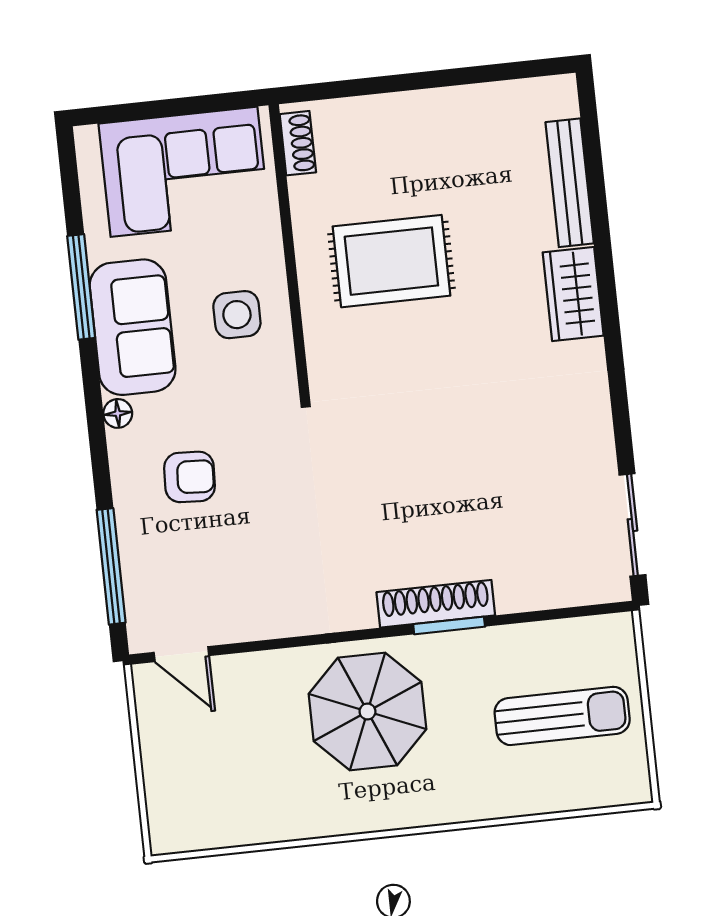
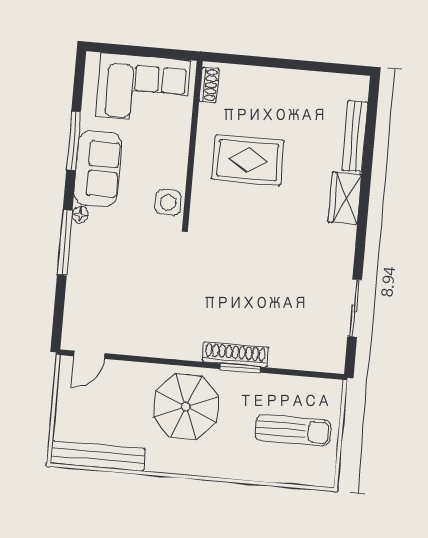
side table: (237, 315) -> (168, 202), moved
armchair: (189, 477) -> (113, 258), removed
sliding door: (632, 525) -> (355, 308), moved
window: (111, 566) -> (65, 243), moved
door: (181, 654) -> (89, 355), hinge flipped
bench: (231, 827) -> (98, 456), added

